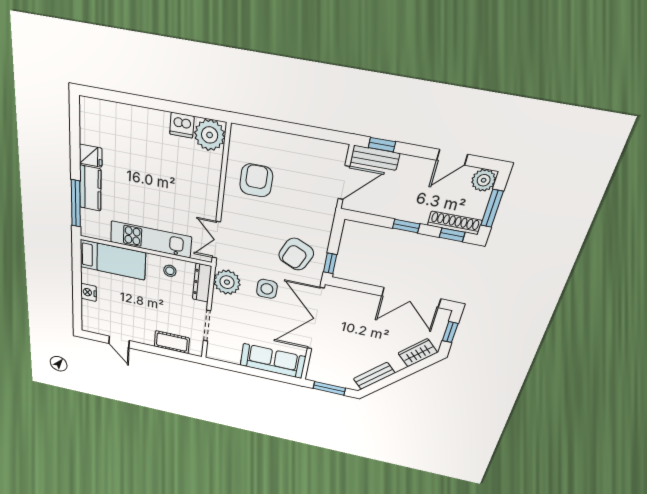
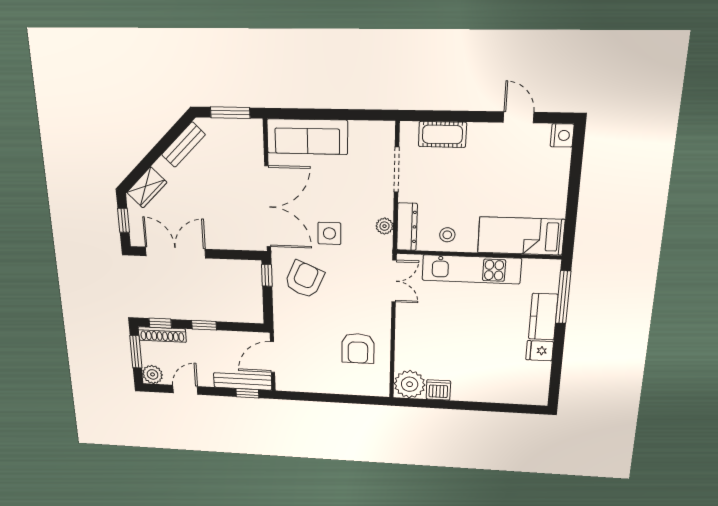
bench: (375, 158) -> (243, 381), width x1.36
plant: (227, 282) -> (384, 226), width x0.53, depth x0.53
nightstand: (89, 292) -> (562, 135), moved

